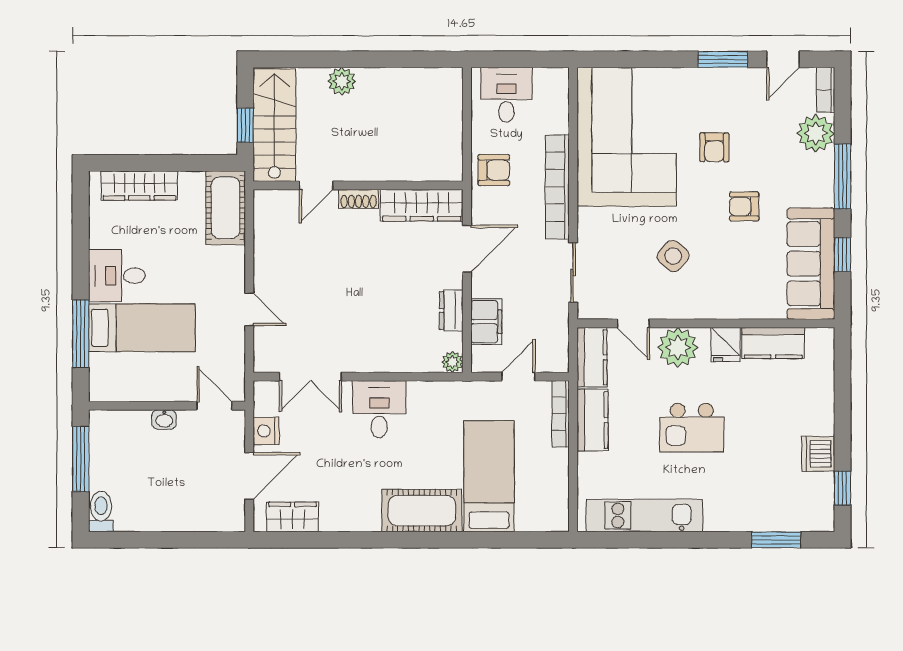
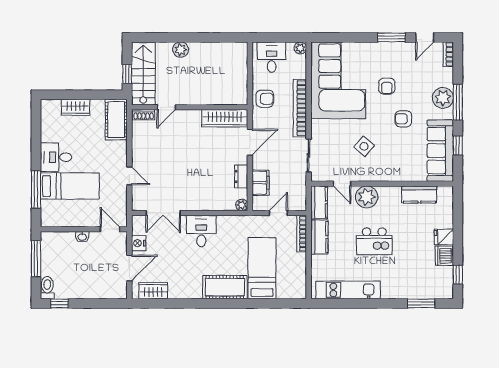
plant: (558, 78) -> (300, 48), added
plant: (816, 133) -> (443, 98), moved
wardrobe: (139, 186) -> (76, 107), width x0.67
shoe rack: (359, 199) -> (144, 115), moved
fridge: (725, 345) -> (444, 237), moved, turned 90
window: (123, 540) -> (59, 303), added

